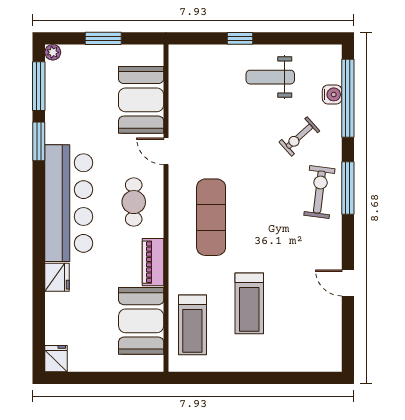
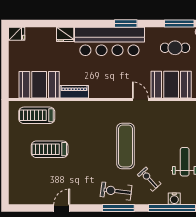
window: (39, 141) -> (126, 24), moved
door: (166, 151) -> (140, 100), hinge flipped
exercise bike: (319, 192) -> (116, 191), turned 180
cafe table: (134, 202) -> (175, 48), moved
exercise mat: (211, 217) -> (126, 146), moved, turned 90

